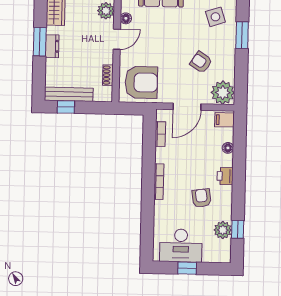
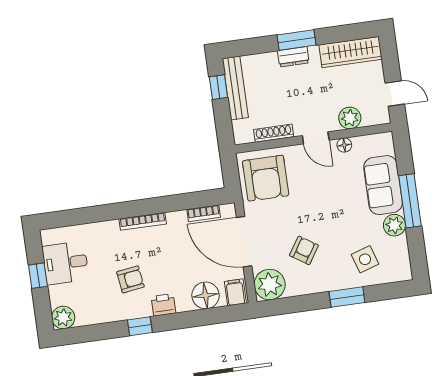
shoe rack: (108, 75) -> (274, 133), width x1.43
door: (187, 107) -> (244, 242), width x1.36
floor lamp: (228, 148) -> (206, 295), width x1.89, depth x1.89
window: (238, 229) -> (140, 326), moved
plant: (223, 230) -> (63, 318), moved
desk: (181, 246) -> (65, 263), width x0.73

